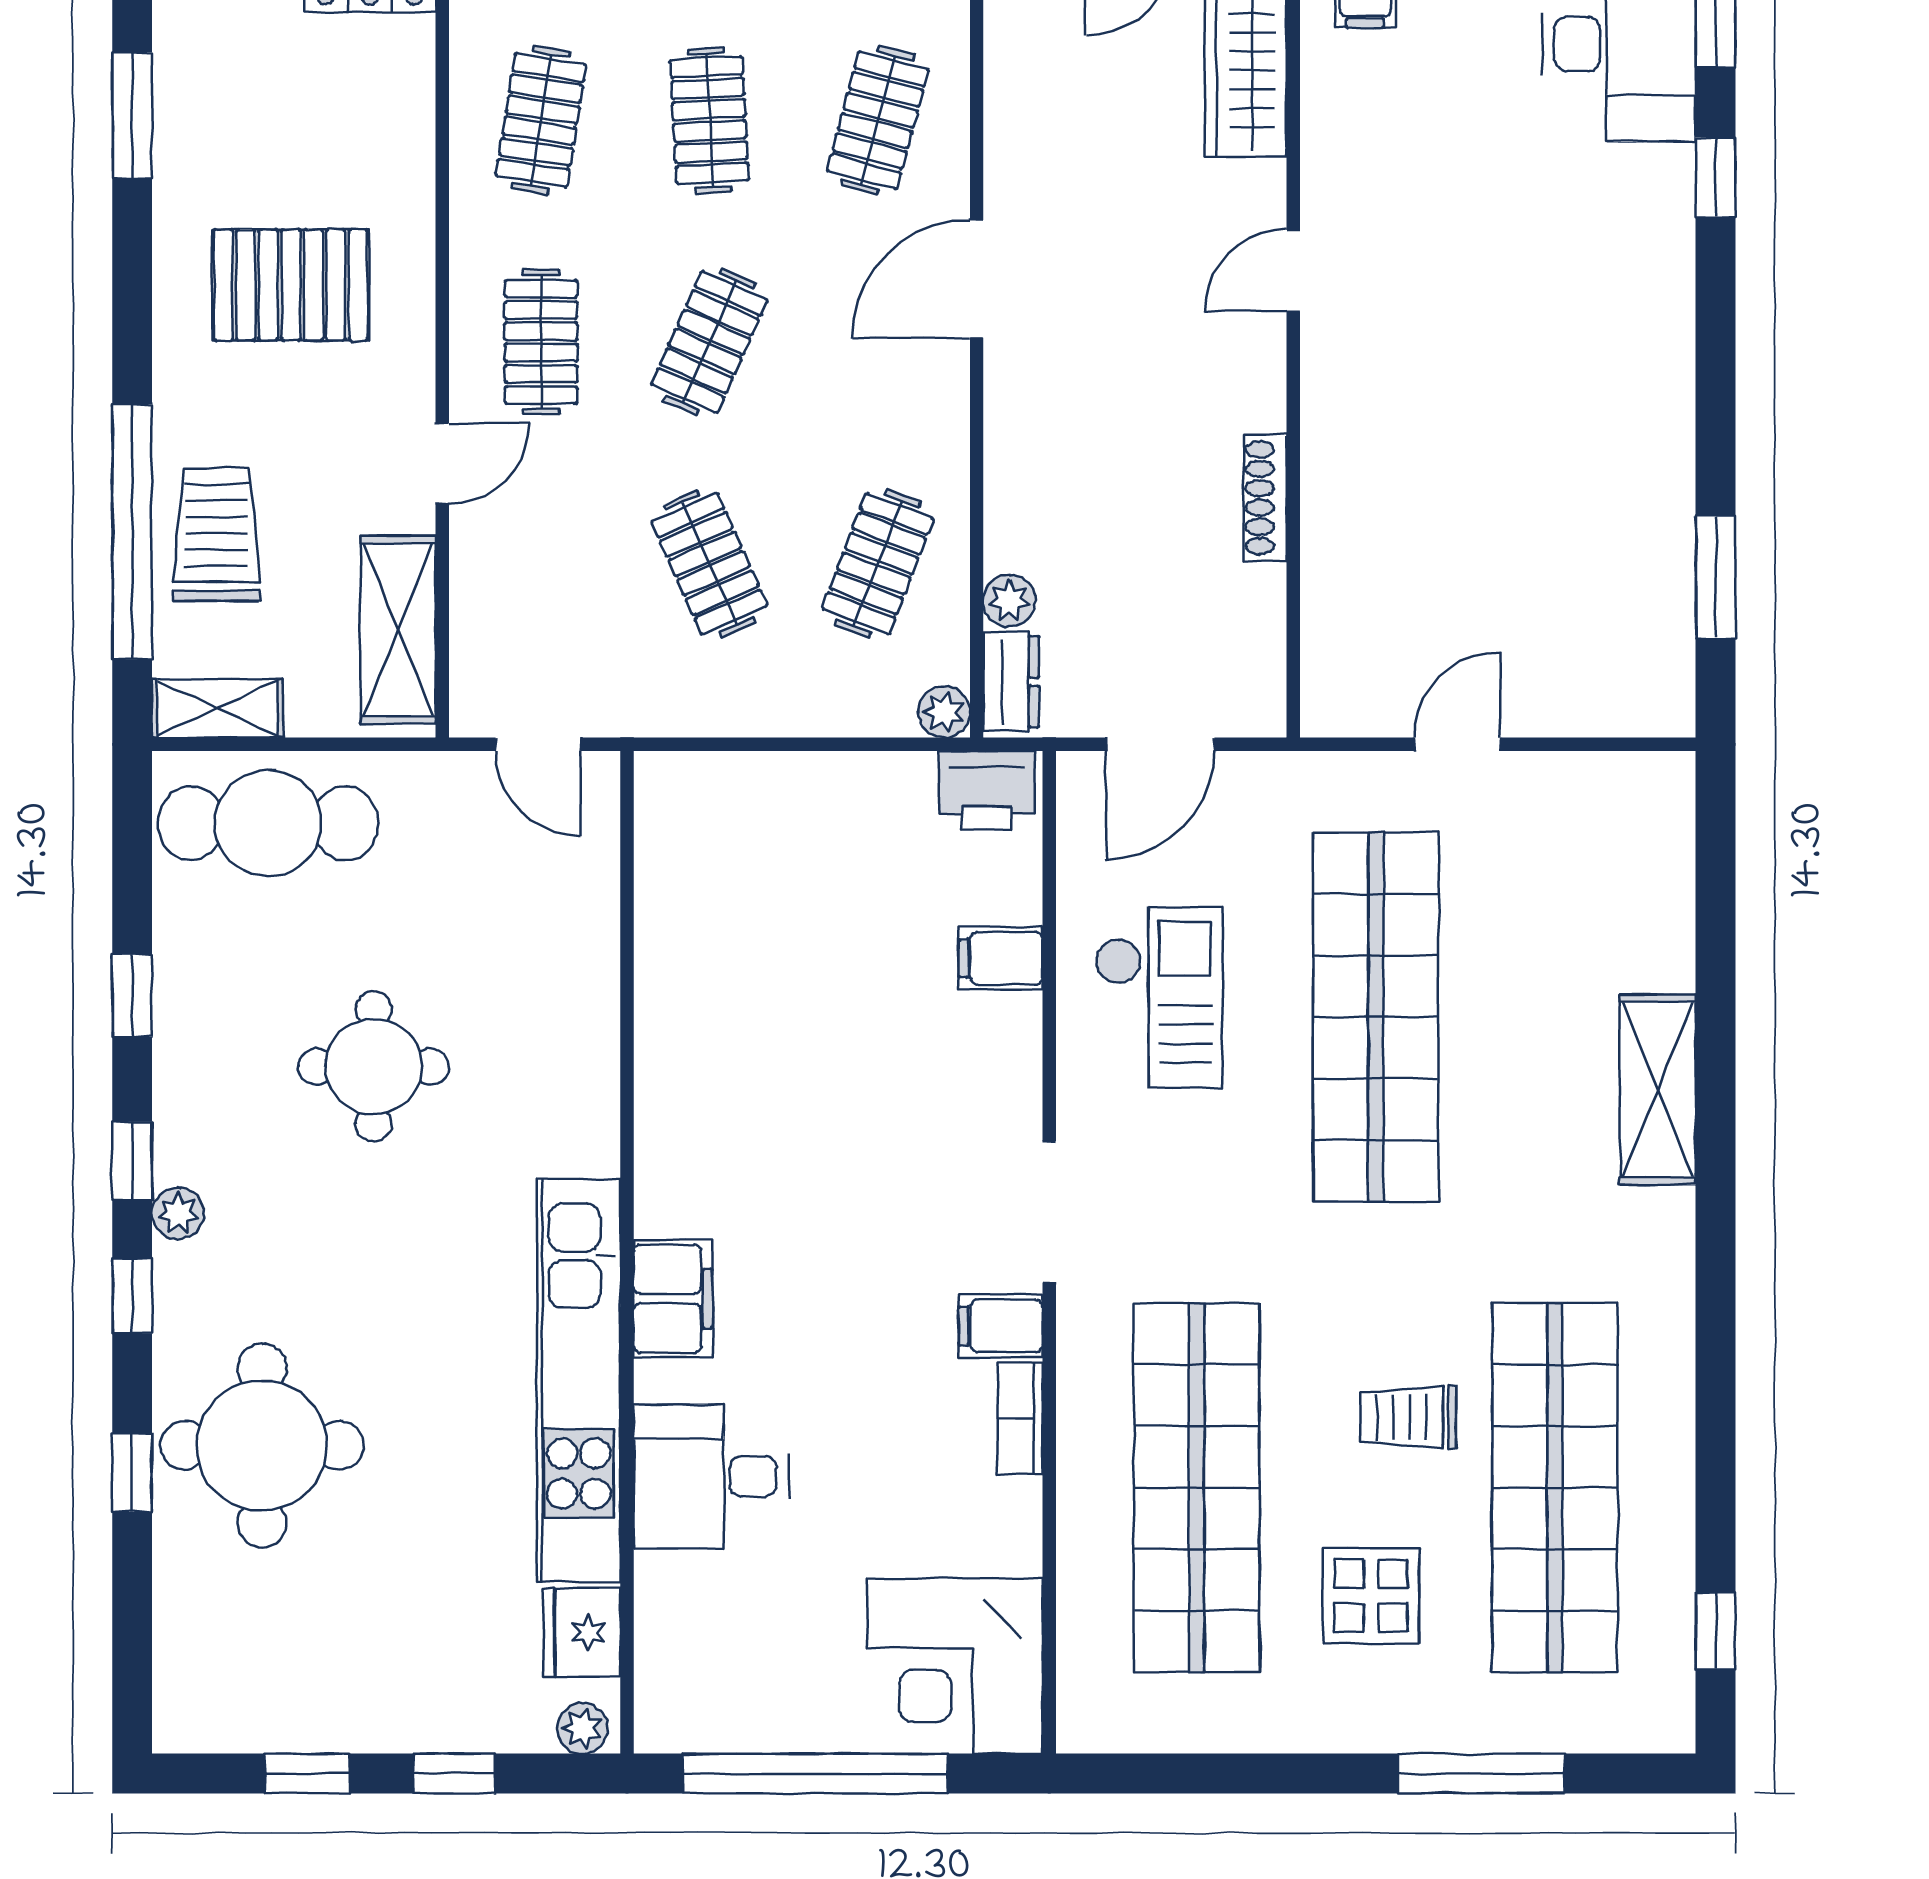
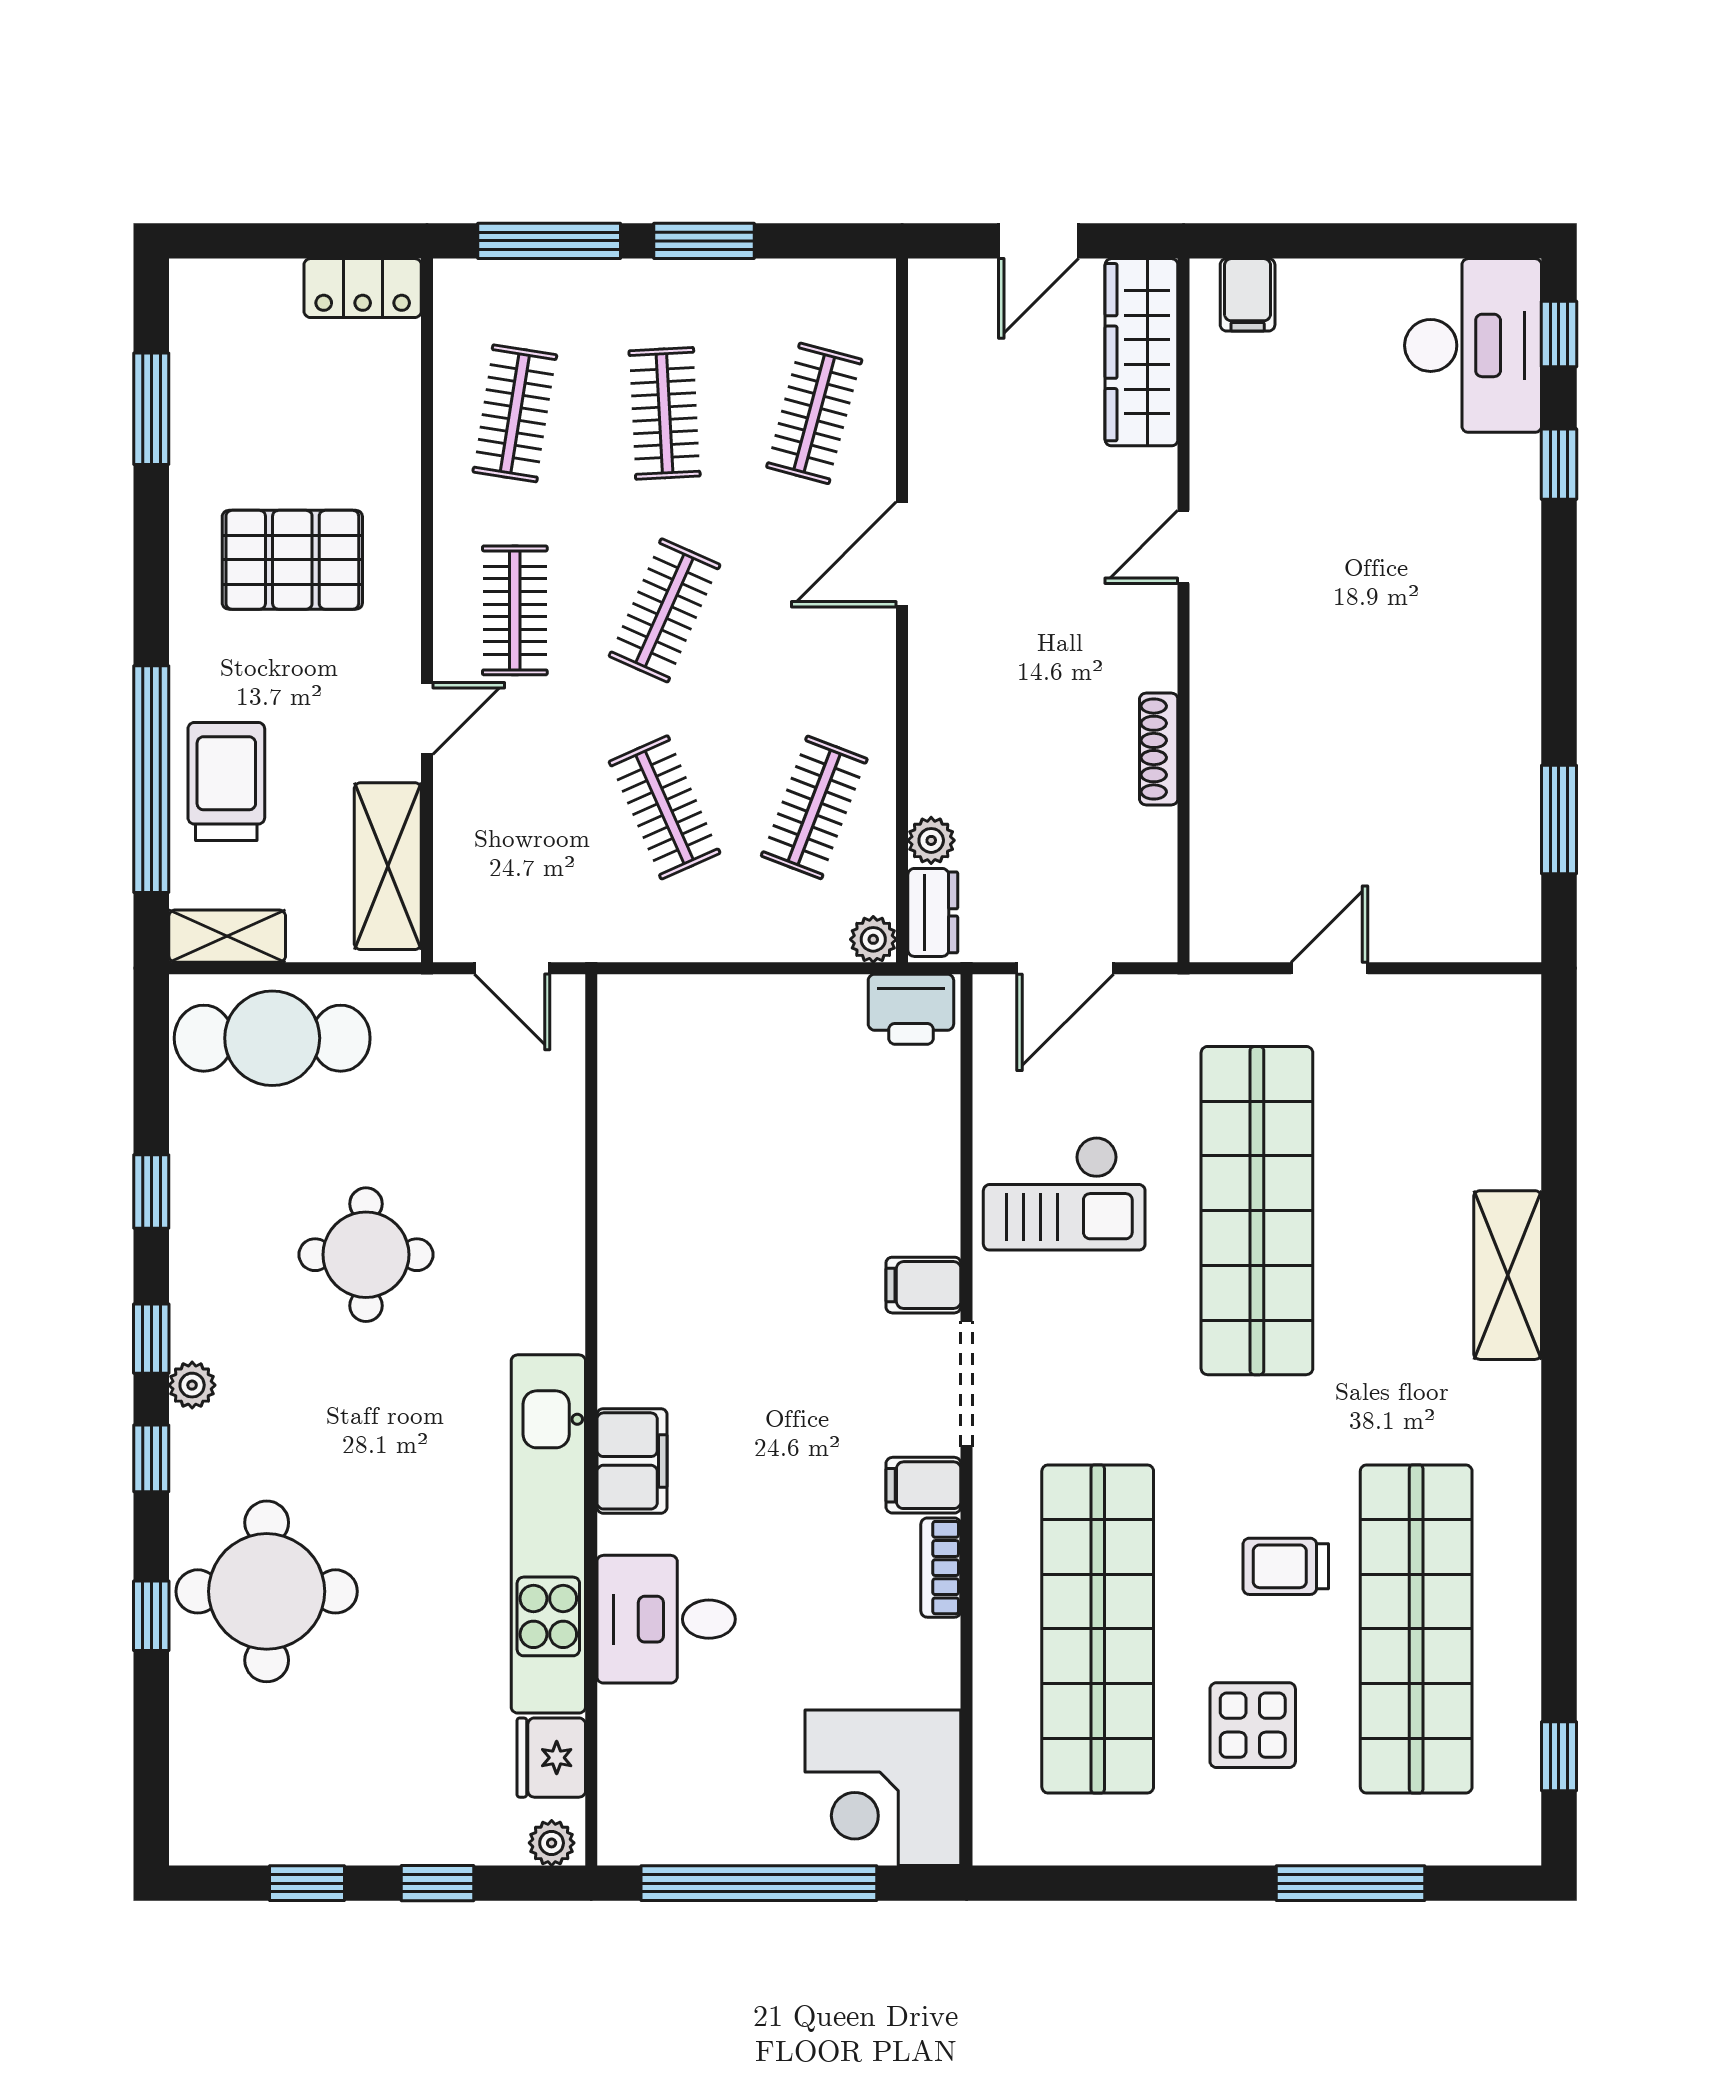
filing cabinet: (1001, 958) -> (923, 1285), moved
checkout: (1159, 998) -> (1064, 1193), turned 90

